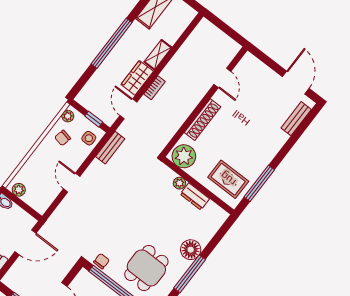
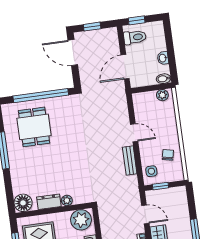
plant: (68, 116) -> (178, 172), removed
bench: (110, 148) -> (130, 161), moved
floor lamp: (191, 250) -> (23, 203), moved
chair: (101, 261) -> (66, 103), removed

